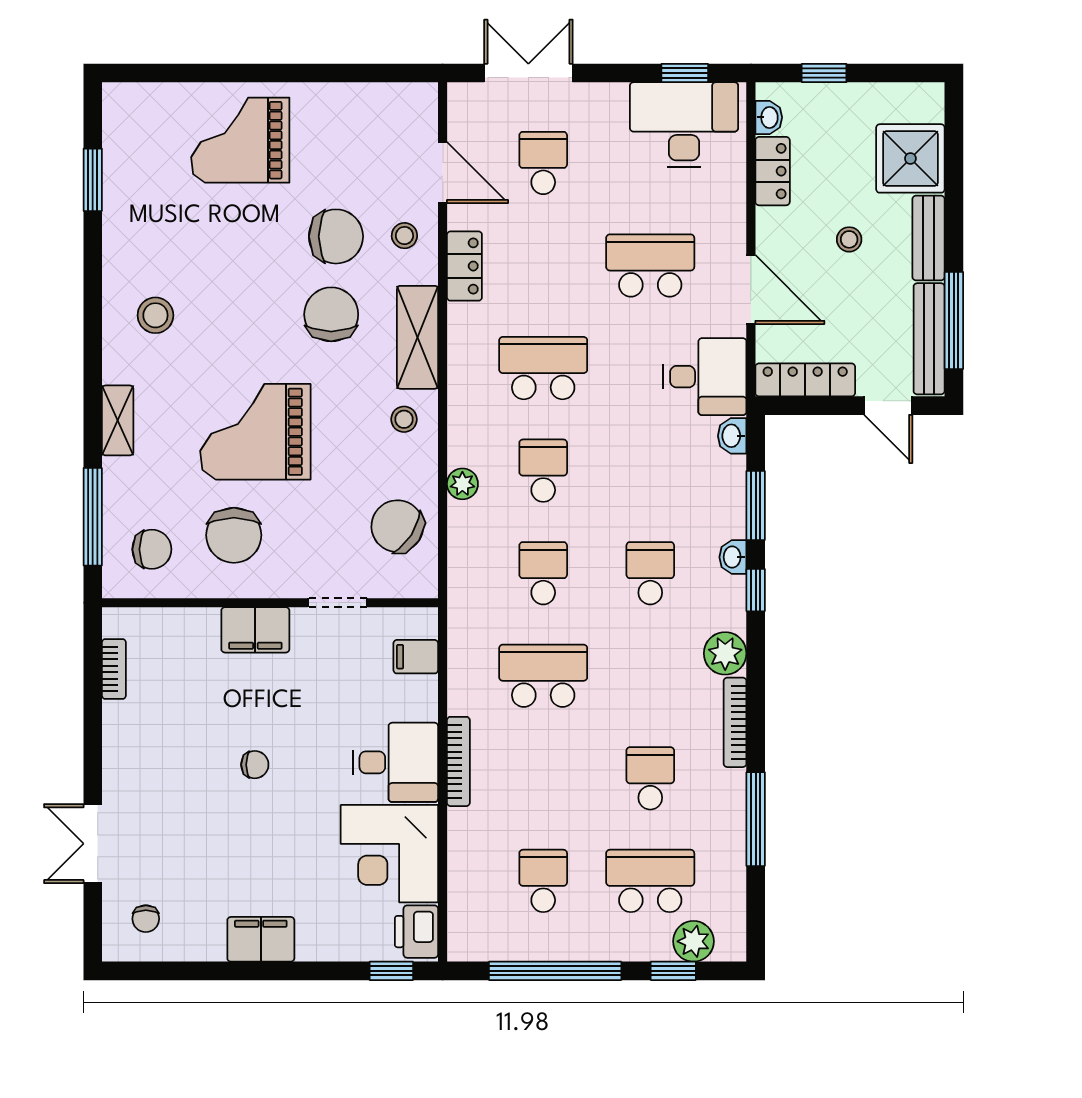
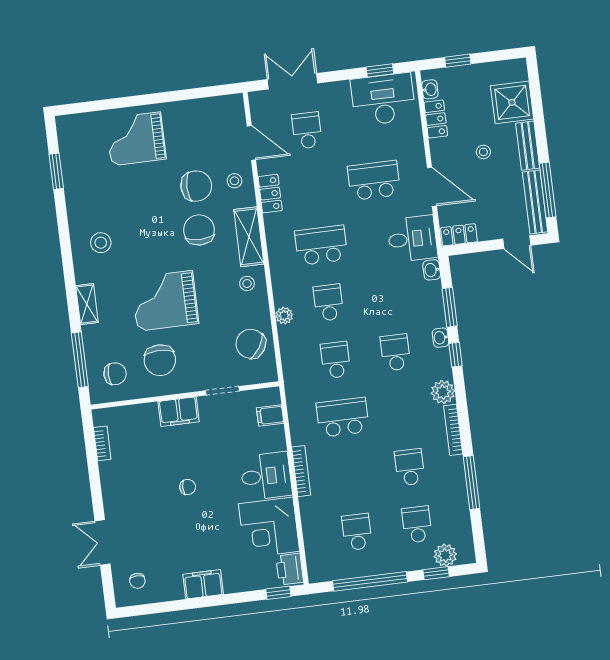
locker: (805, 380) -> (459, 235), width x0.66
school desk: (650, 881) -> (417, 525), width x0.54

